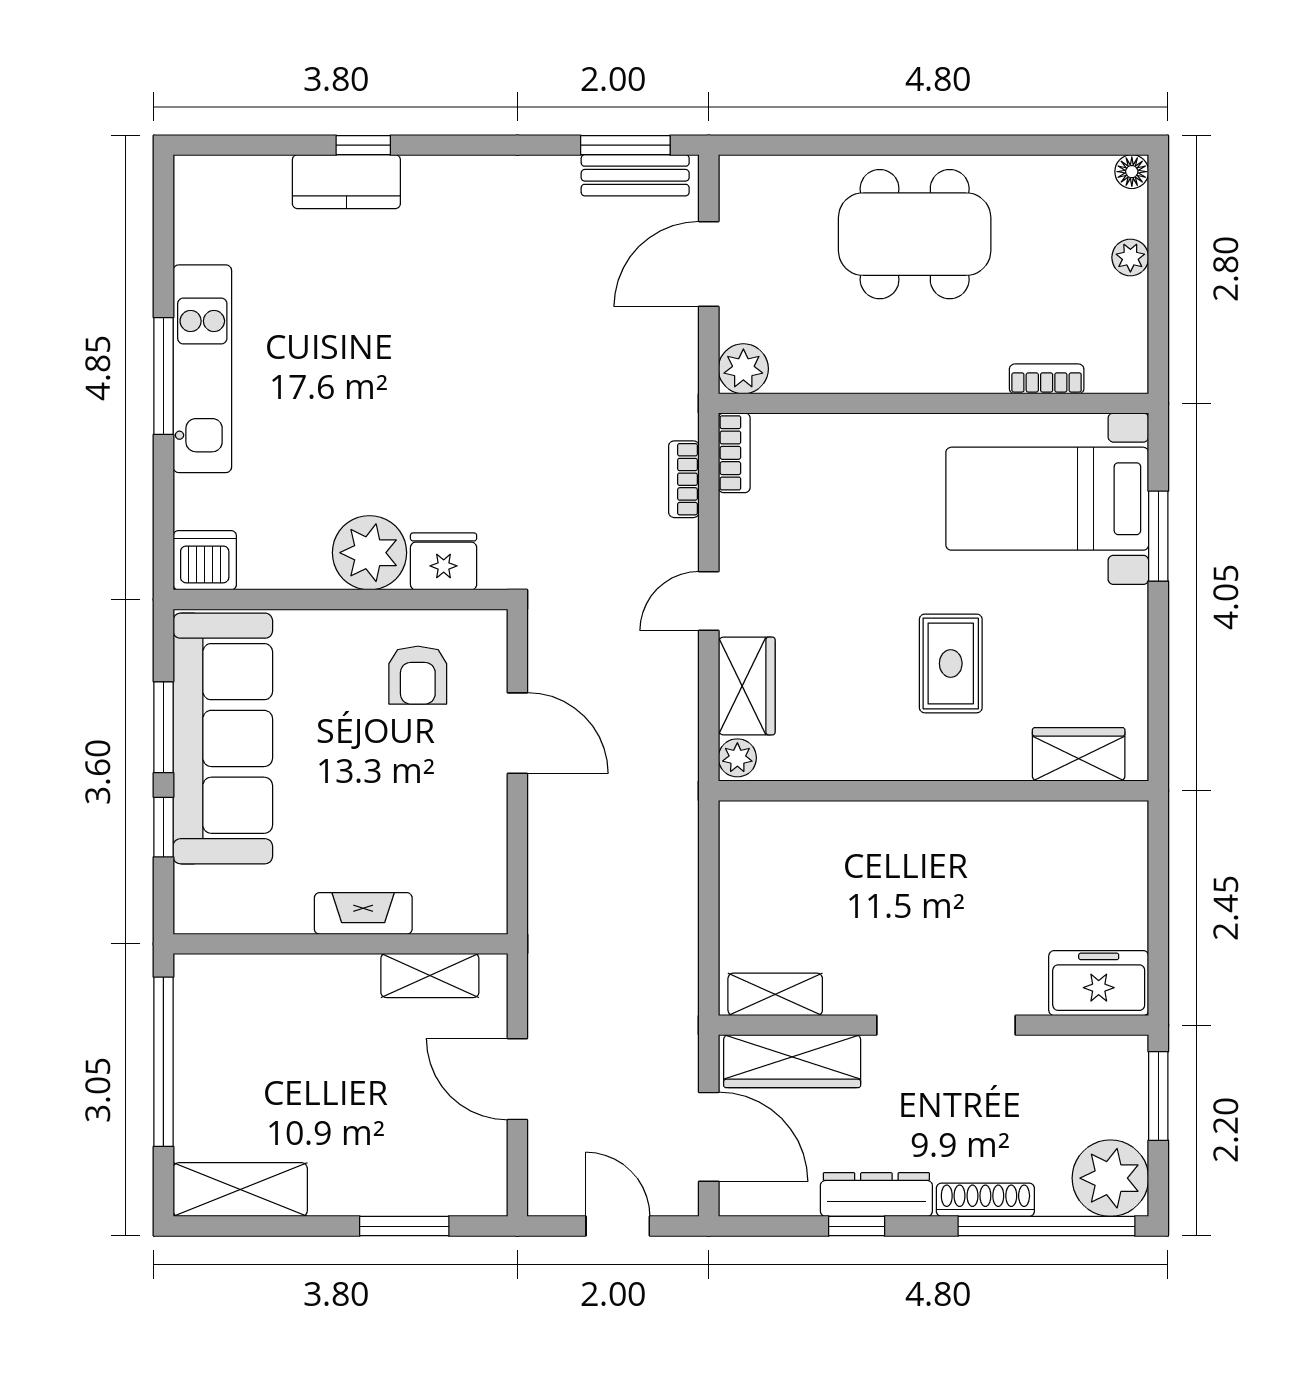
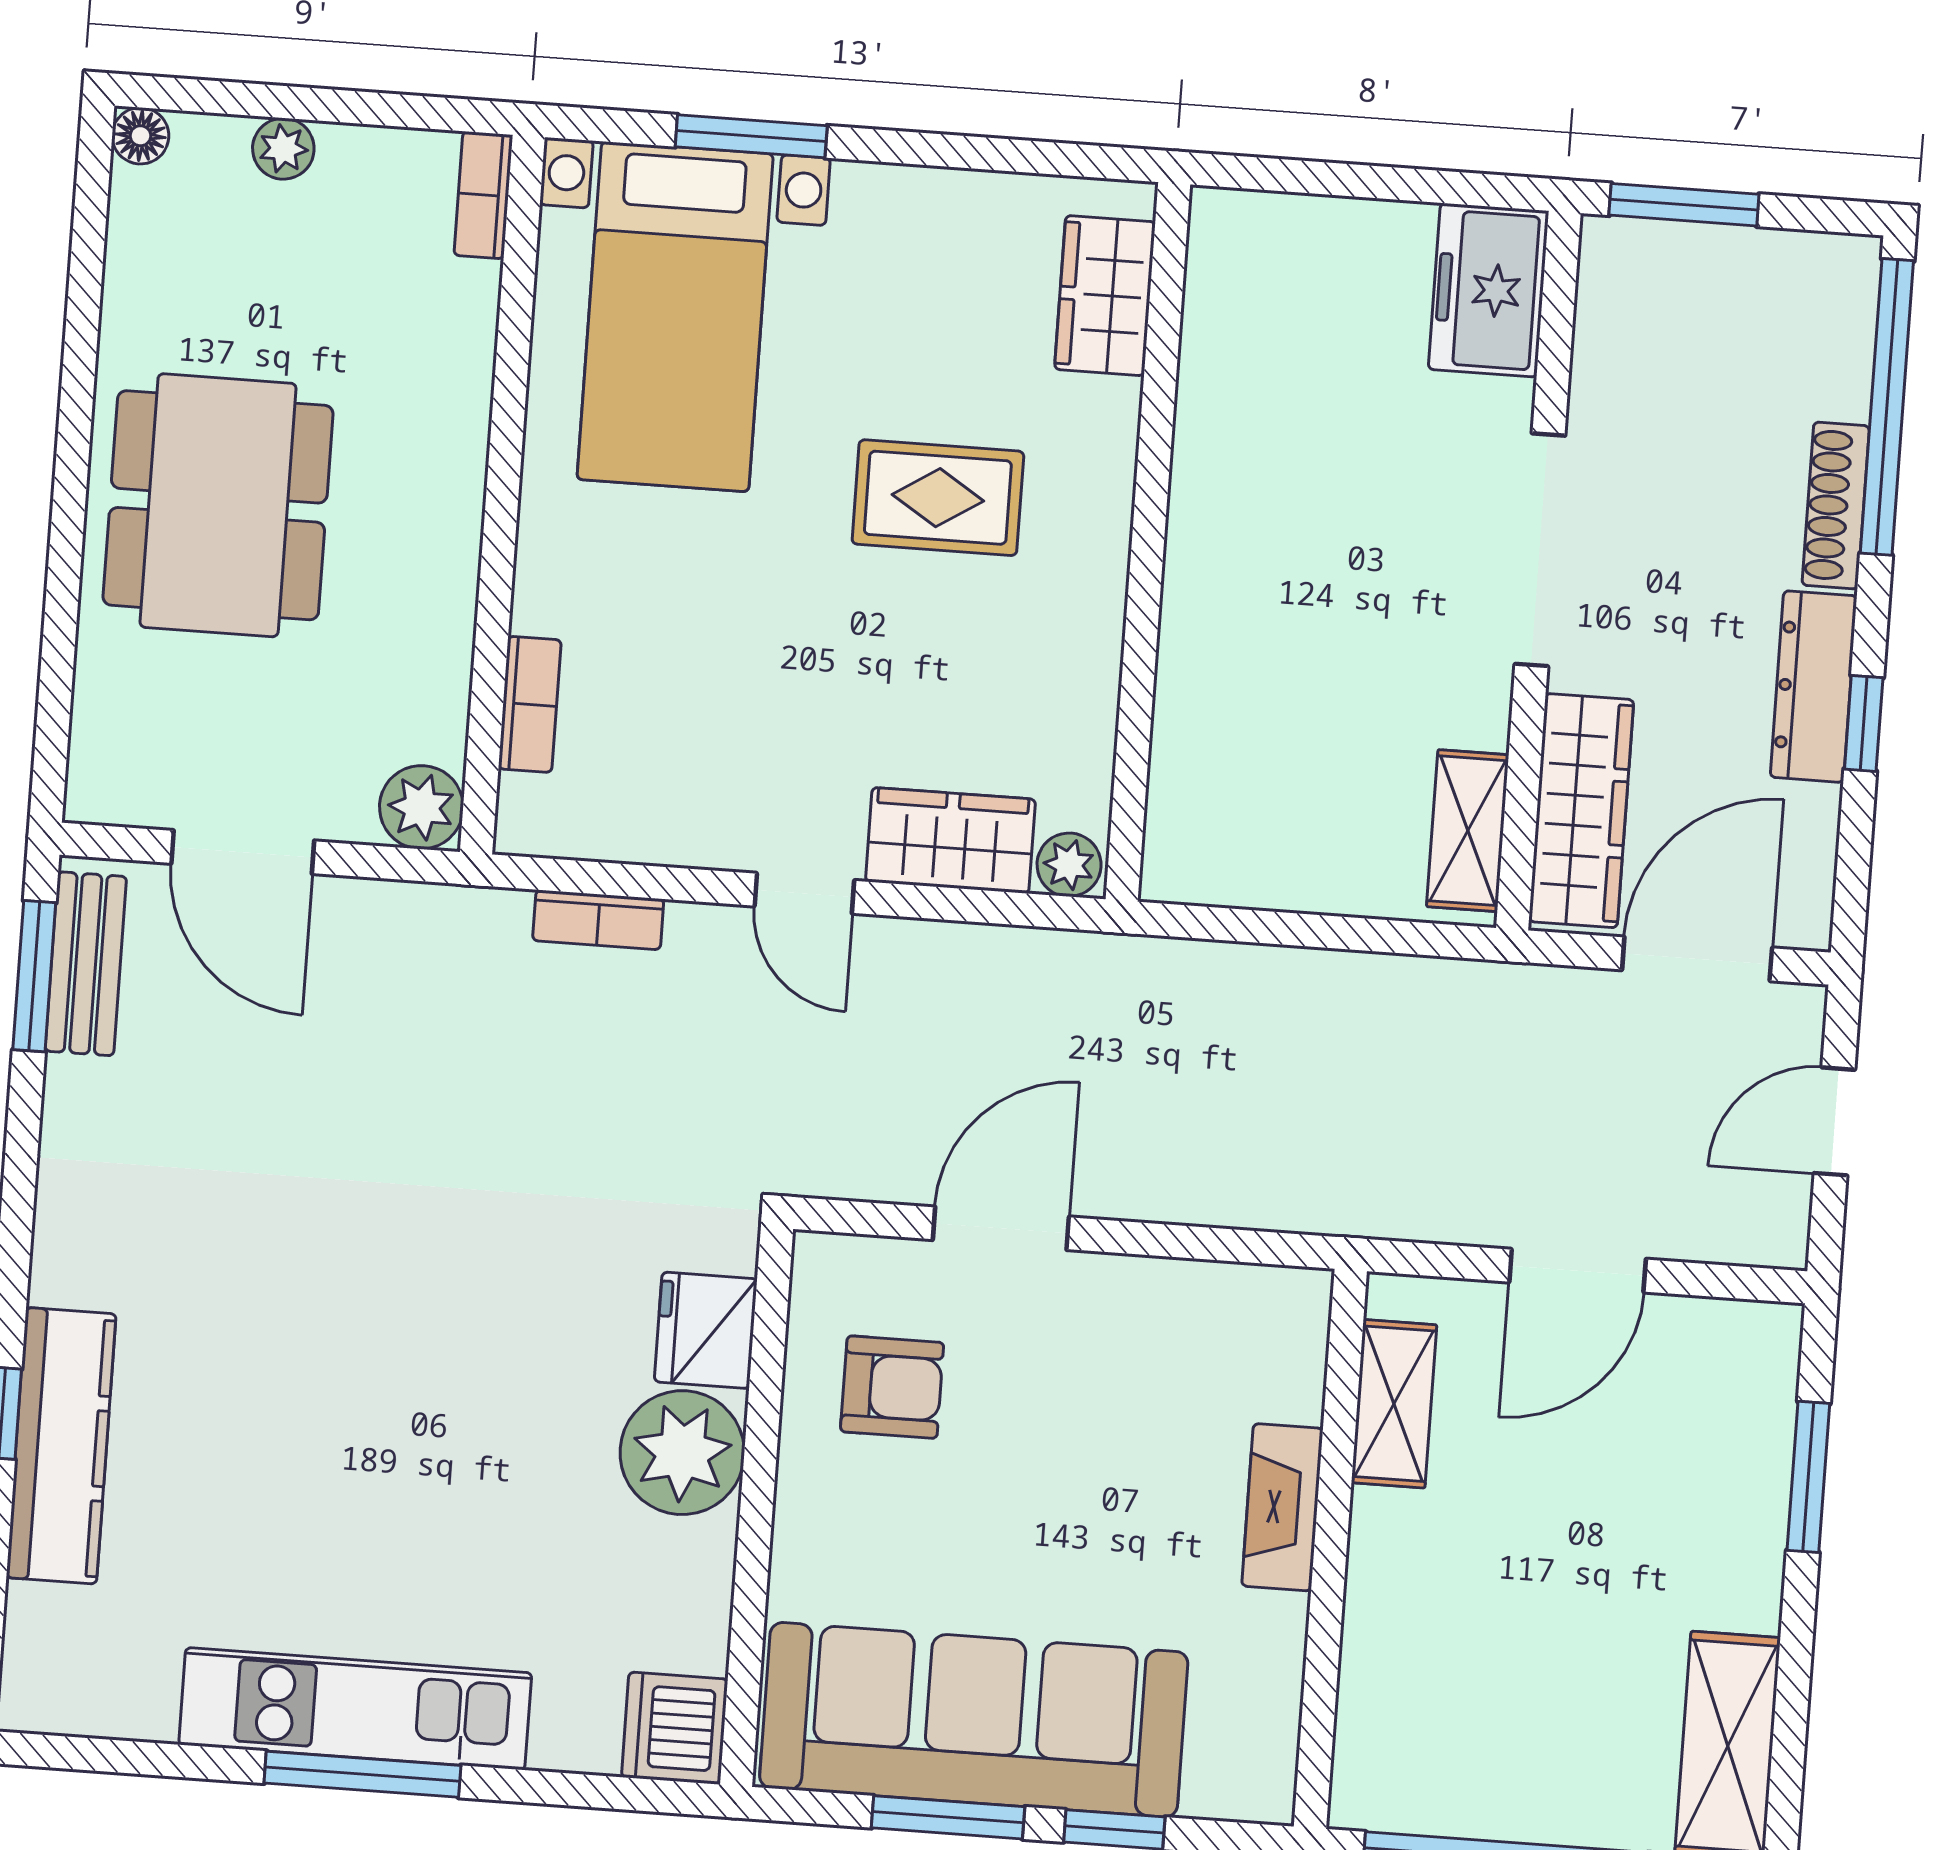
kitchen counter: (346, 182) -> (61, 1446), width x1.50
bookcase: (1047, 379) -> (483, 195), moved
bookcase: (734, 453) -> (530, 704), moved, turned 90
plant: (1110, 1178) -> (1815, 295), removed

